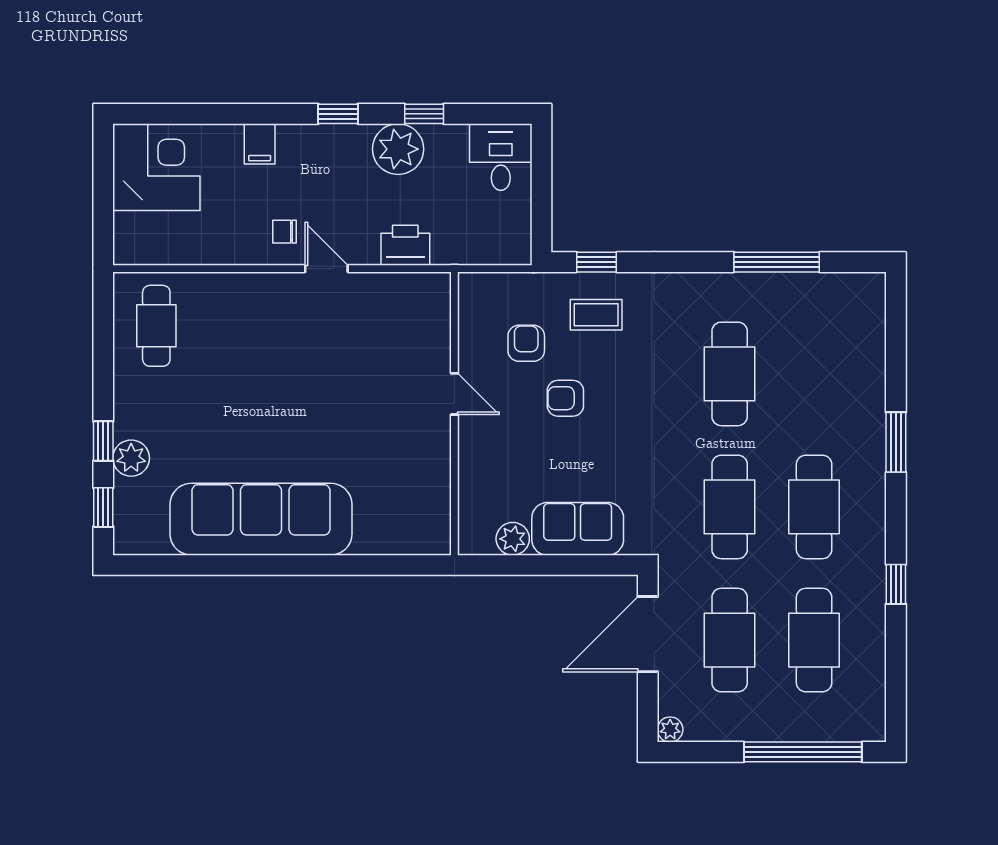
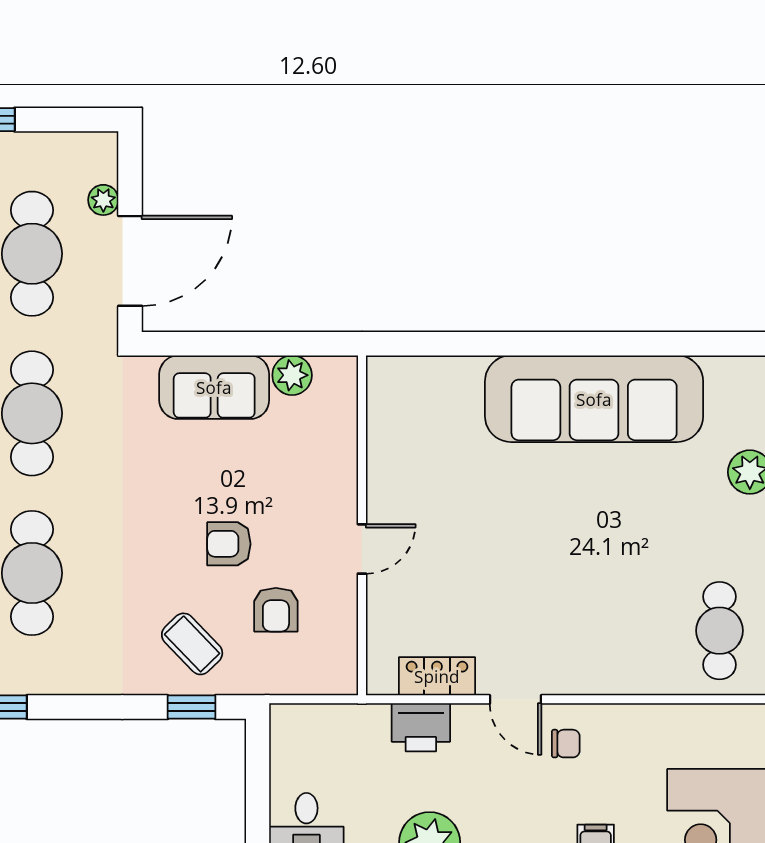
locker: (392, 288) -> (437, 676), added
coffee table: (596, 315) -> (192, 644), turned 46
door: (454, 394) -> (362, 549), swing flipped
armchair: (565, 398) -> (229, 544), turned 180
plant: (670, 730) -> (103, 200), moved

